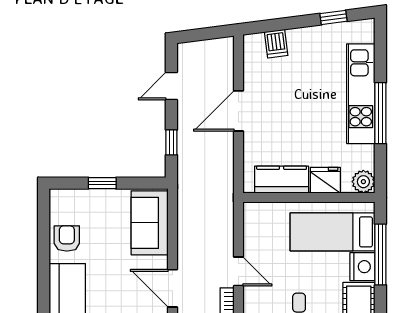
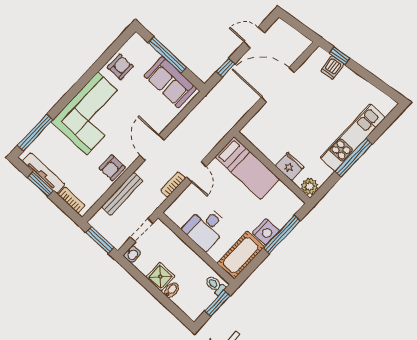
window: (334, 17) -> (340, 56), moved
door: (238, 111) -> (278, 85), width x1.36
kitchen counter: (282, 180) -> (266, 144), removed
window: (102, 183) -> (167, 55), width x2.17
sofa: (150, 223) -> (170, 82), moved, turned -90
bed: (333, 232) -> (247, 168), moved, turned 180

